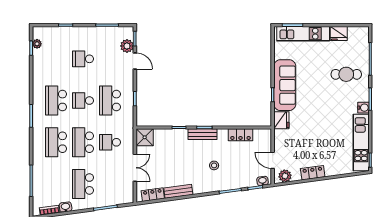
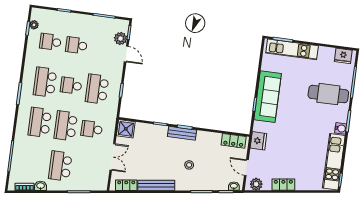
fridge: (339, 33) -> (343, 56), moved
school desk: (56, 59) -> (50, 42), added
cafe table: (346, 74) -> (328, 94), width x1.37, depth x1.35
fridge: (281, 120) -> (258, 141), moved
locker: (240, 135) -> (234, 141), moved
bench: (178, 191) -> (156, 185), width x1.36

